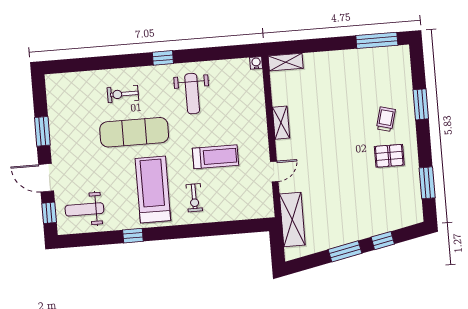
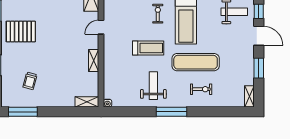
window: (163, 58) -> (172, 112), width x2.17
shelving: (53, 89) -> (249, 96), added
trolley: (386, 119) -> (30, 81), moved
pallet: (389, 156) -> (21, 31), width x1.50, depth x1.42
treadmill: (216, 157) -> (148, 48), moved, turned 180

